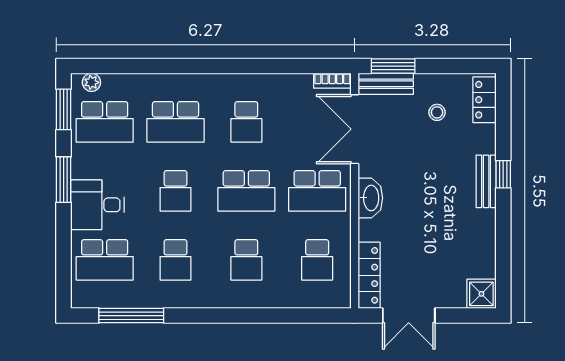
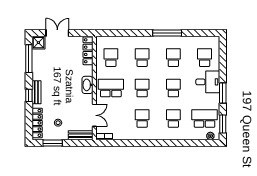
window: (393, 66) -> (53, 143), moved
locker: (485, 100) -> (37, 123), width x1.53
school desk: (175, 122) -> (173, 118), width x0.54
double door: (355, 129) -> (94, 115), width x0.73
school desk: (246, 191) -> (142, 88), width x0.54
window: (503, 258) -> (29, 59), added
school desk: (105, 260) -> (205, 58), width x0.54
window: (131, 316) -> (167, 33), moved
double door: (409, 316) -> (57, 33), moved

